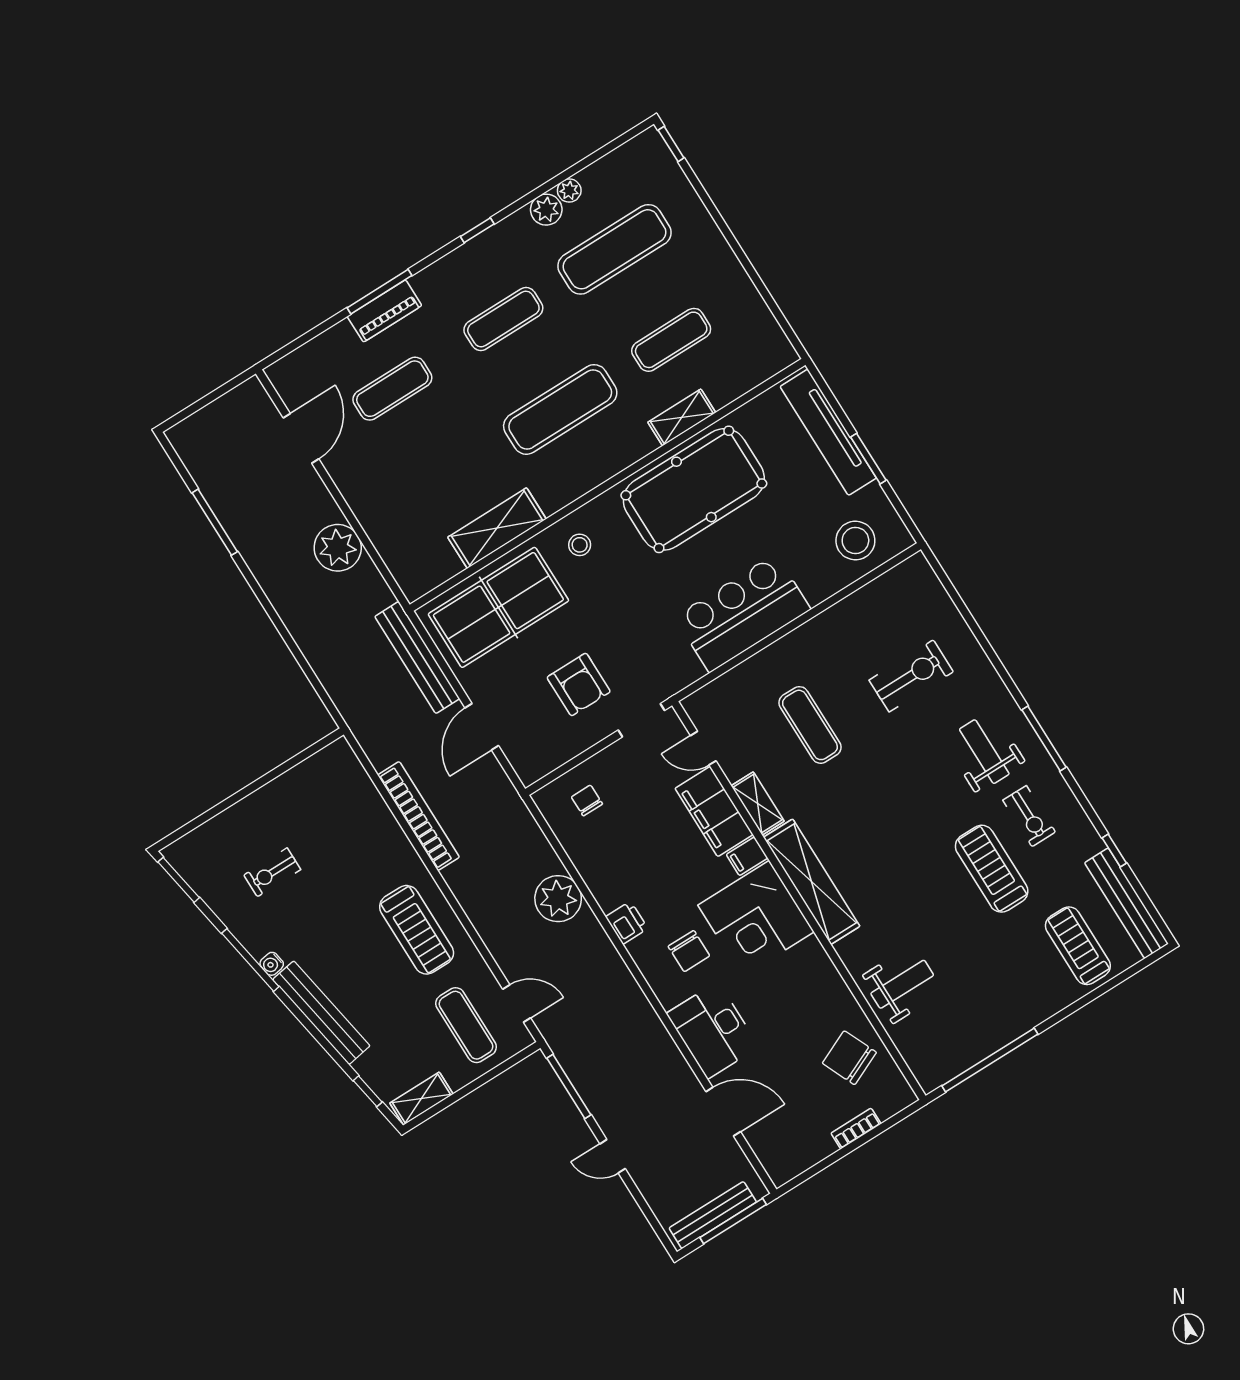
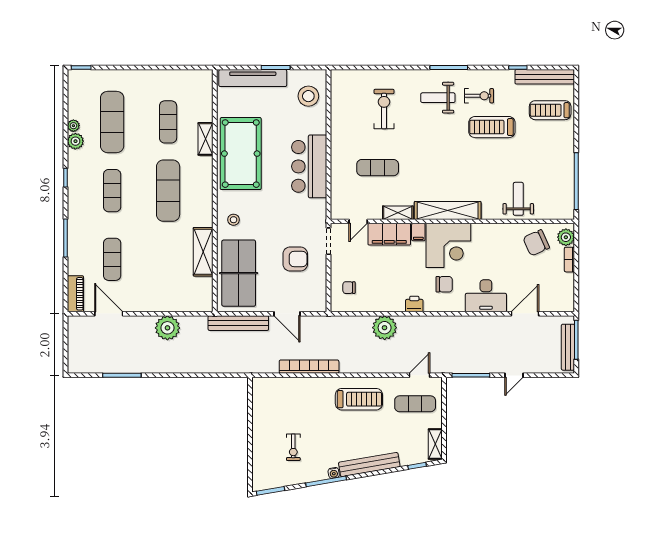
piano: (384, 311) -> (75, 294), moved
plant: (888, 1100) -> (566, 237), added

